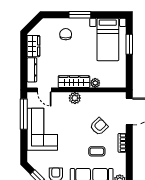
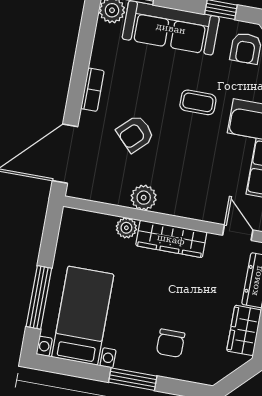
window: (129, 44) -> (39, 297), width x1.44
plant: (75, 98) -> (144, 198), moved
coffee table: (97, 151) -> (198, 102), moved

